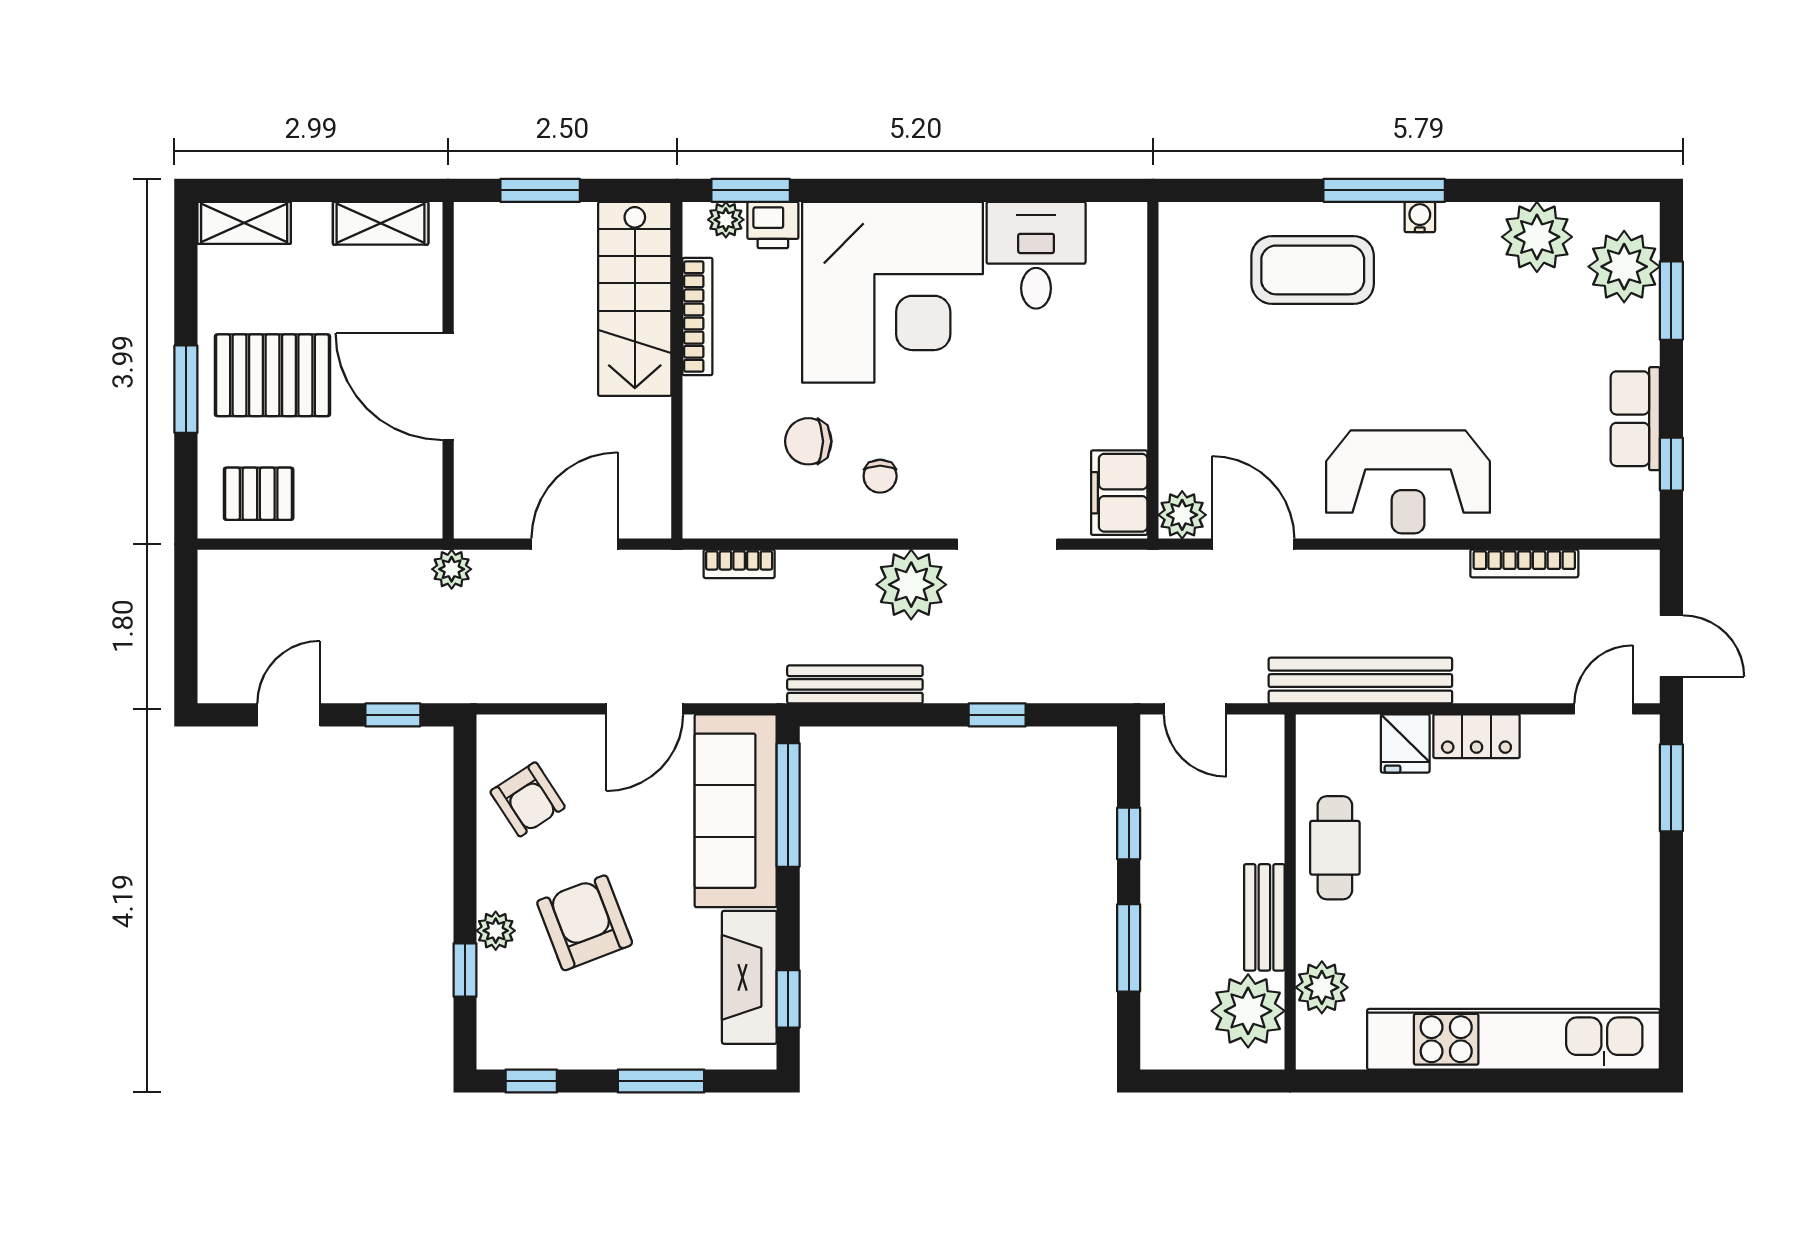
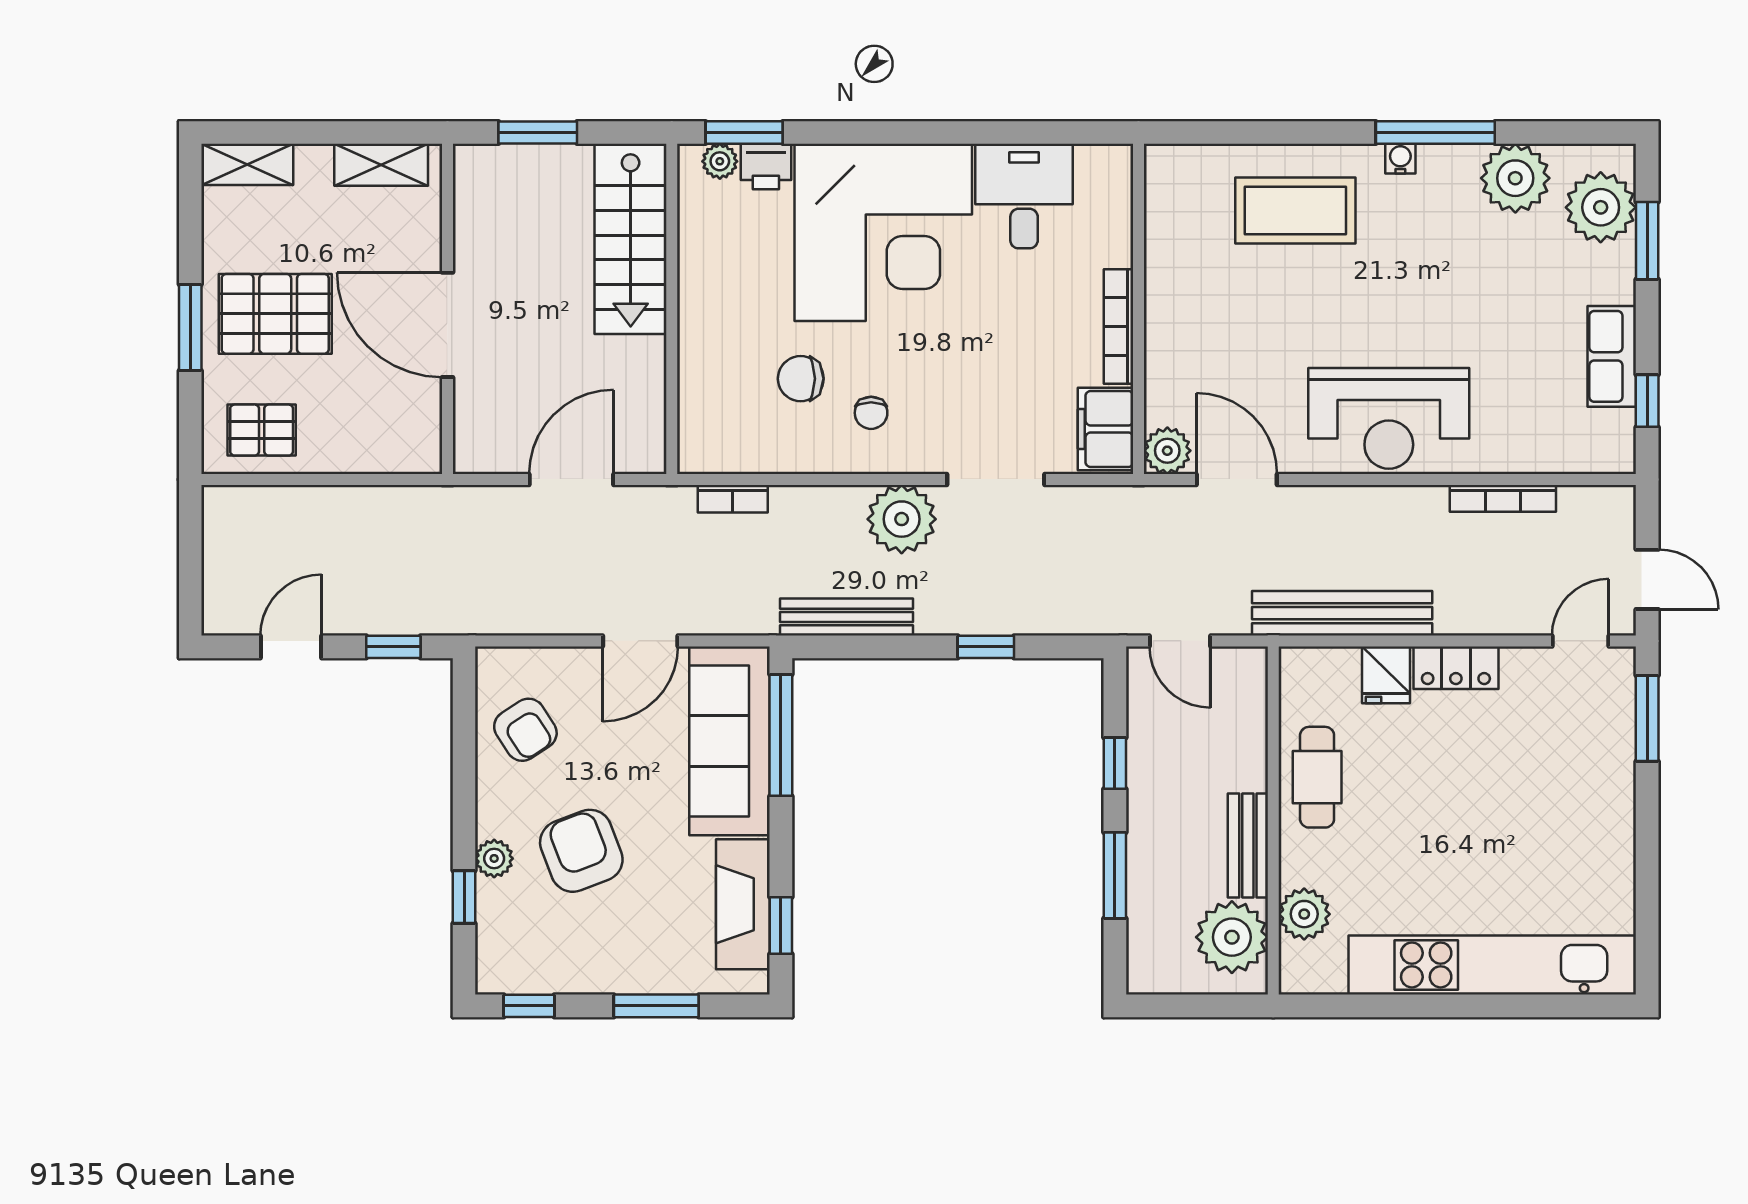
window: (1384, 190) -> (1435, 133), moved
bookcase: (697, 316) -> (1118, 326), moved, turned 180
plant: (452, 569) -> (451, 504), removed

